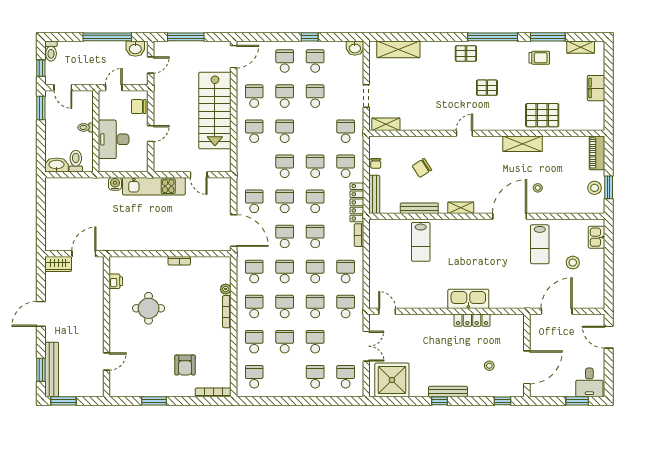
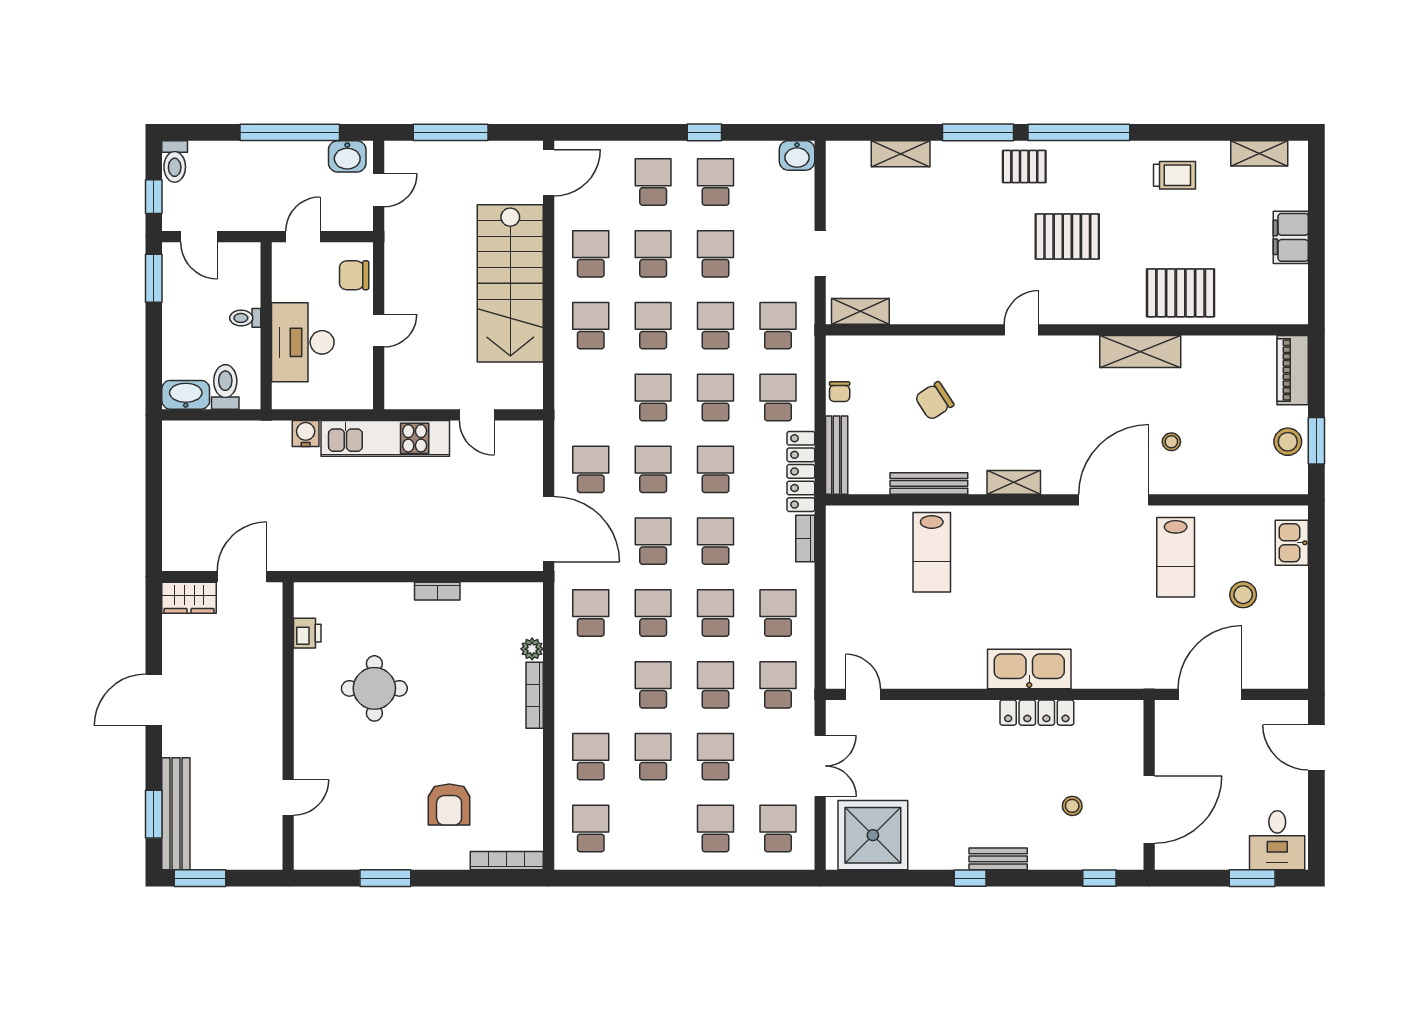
window: (548, 37) -> (978, 132), moved
shelving: (398, 49) -> (901, 154), width x0.67, depth x0.75
pallet: (487, 88) -> (1067, 237), width x1.50, depth x1.42
school desk: (254, 307) -> (716, 326), moved
bench: (448, 392) -> (998, 859), width x0.73

